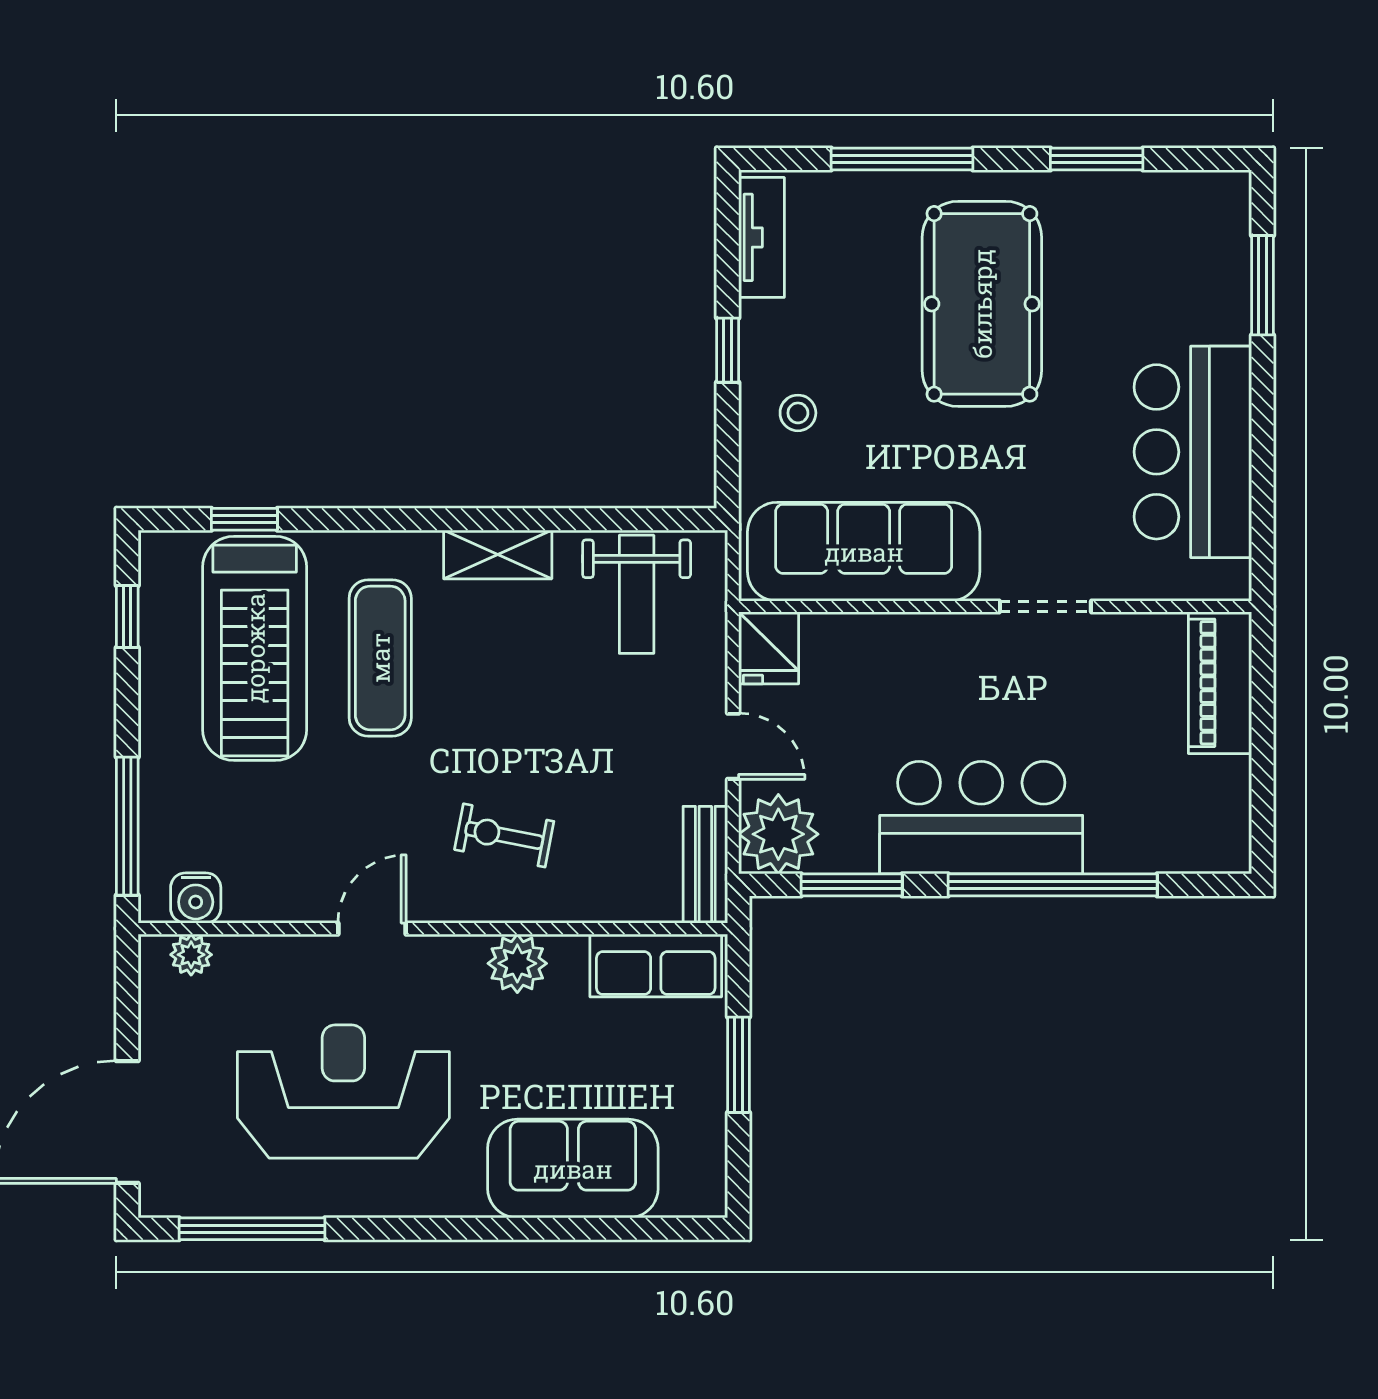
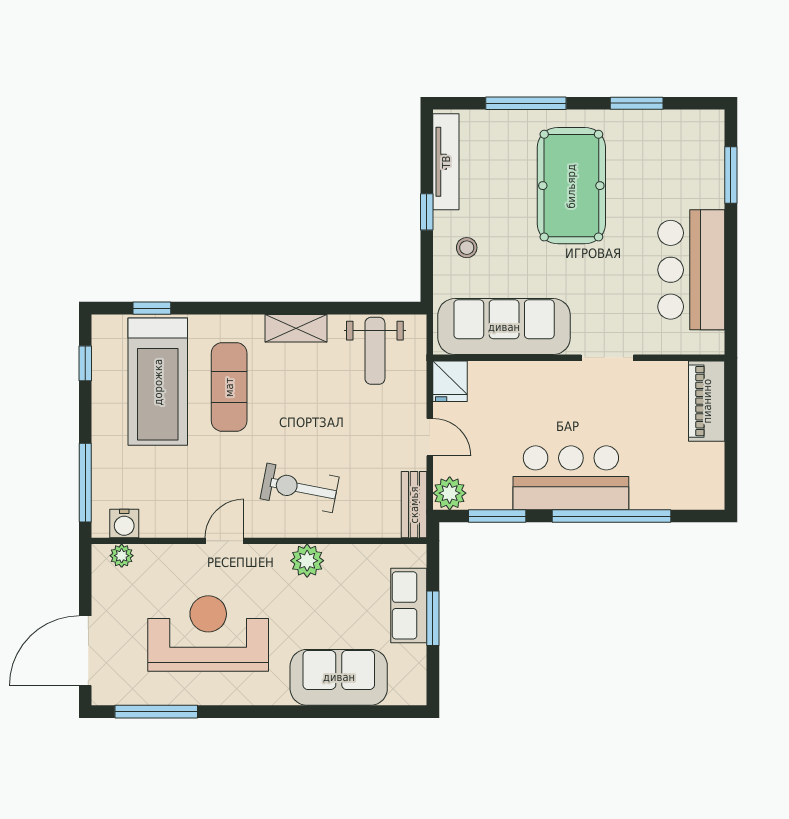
tv unit: (761, 237) -> (446, 162), width x1.41
plant: (778, 834) -> (450, 493), width x0.73, depth x0.73
exercise bike: (504, 835) -> (300, 488), width x1.38, depth x1.39
row of seats: (656, 965) -> (409, 605), moved, turned 90

